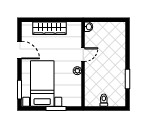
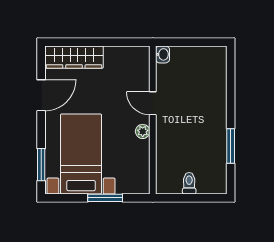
wardrobe: (50, 28) -> (74, 57), moved
door: (19, 50) -> (41, 95), hinge flipped
door: (83, 55) -> (153, 103), swing flipped

